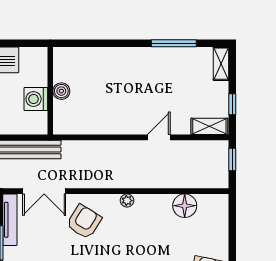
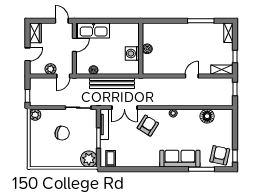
wall: (50, 91) -> (141, 49), moved
boiler: (61, 91) -> (147, 49), moved
washing machine: (36, 99) -> (132, 53), moved

